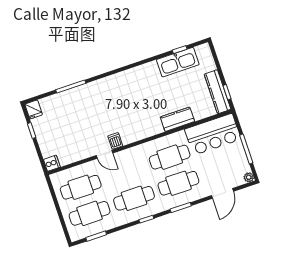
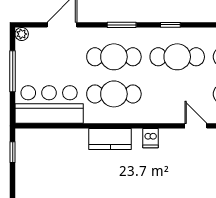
kitchen counter: (217, 92) -> (25, 157), removed
kitchen counter: (177, 119) -> (110, 139), moved
dishwasher: (115, 141) -> (150, 138), moved

